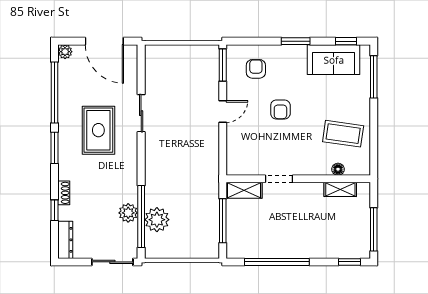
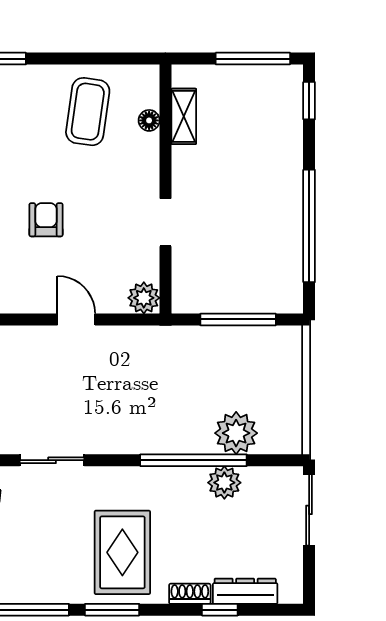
armchair: (280, 109) -> (46, 220), turned -90
door: (223, 111) -> (76, 319), moved
rug: (98, 130) -> (122, 552), moved, turned 90
plant: (235, 166) -> (144, 298), added
shelving: (244, 190) -> (185, 283), removed
window: (141, 217) -> (193, 460), moved
dresser: (65, 240) -> (245, 591), moved

